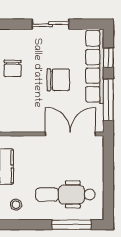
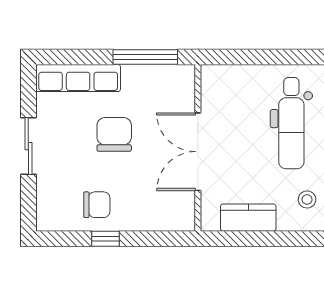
window: (108, 58) -> (80, 57), removed
row of seats: (95, 66) -> (78, 78), width x0.73
double door: (70, 134) -> (198, 152), moved

